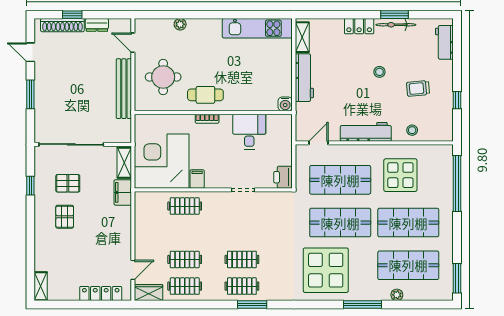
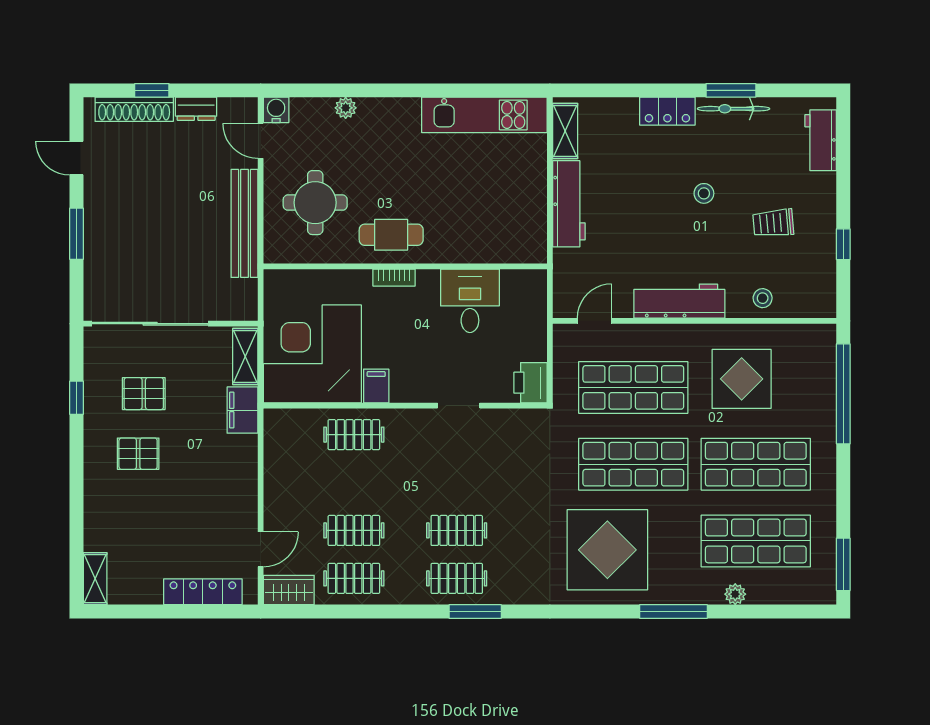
water cooler: (285, 104) -> (276, 110), moved, turned 180
pallet: (65, 217) -> (138, 454), turned 90

